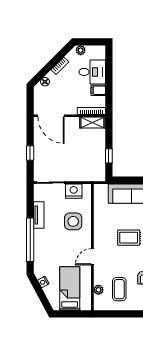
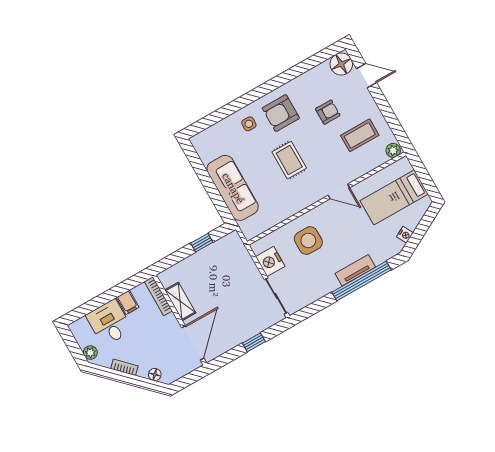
shelving: (92, 123) -> (180, 301), moved
tv unit: (39, 215) -> (355, 270), moved
plant: (98, 290) -> (393, 150), moved

